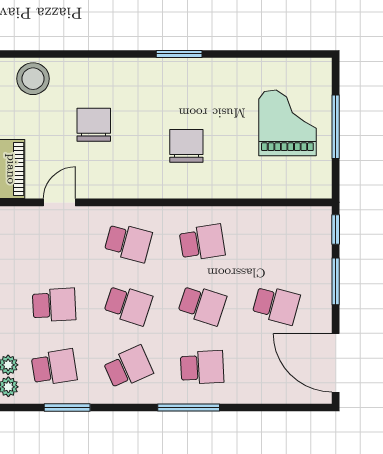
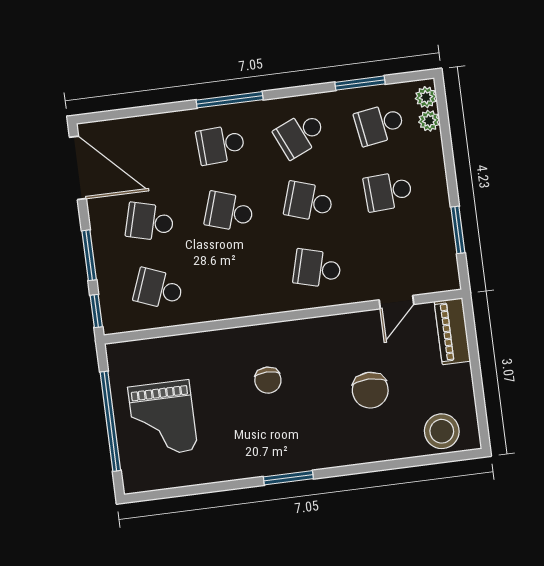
window: (336, 127) -> (110, 421), width x1.46
chair: (186, 146) -> (268, 380), width x0.73, depth x0.73
school desk: (202, 242) -> (158, 289), moved, turned 30

